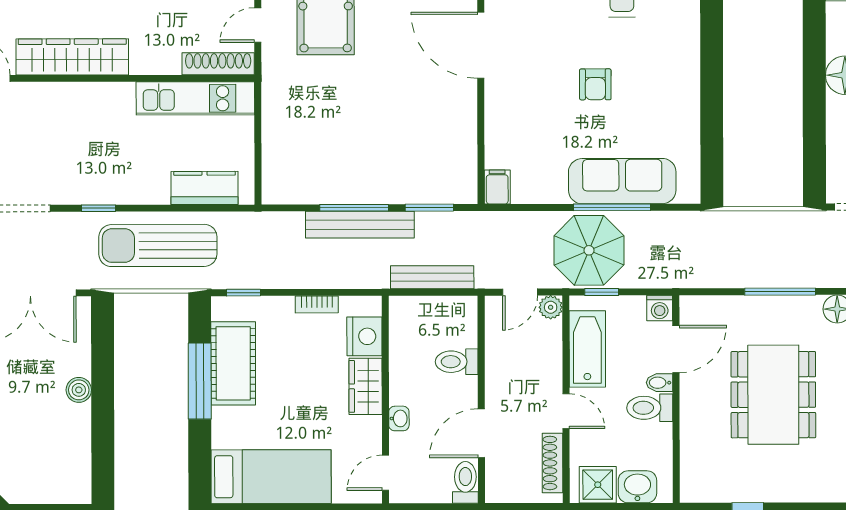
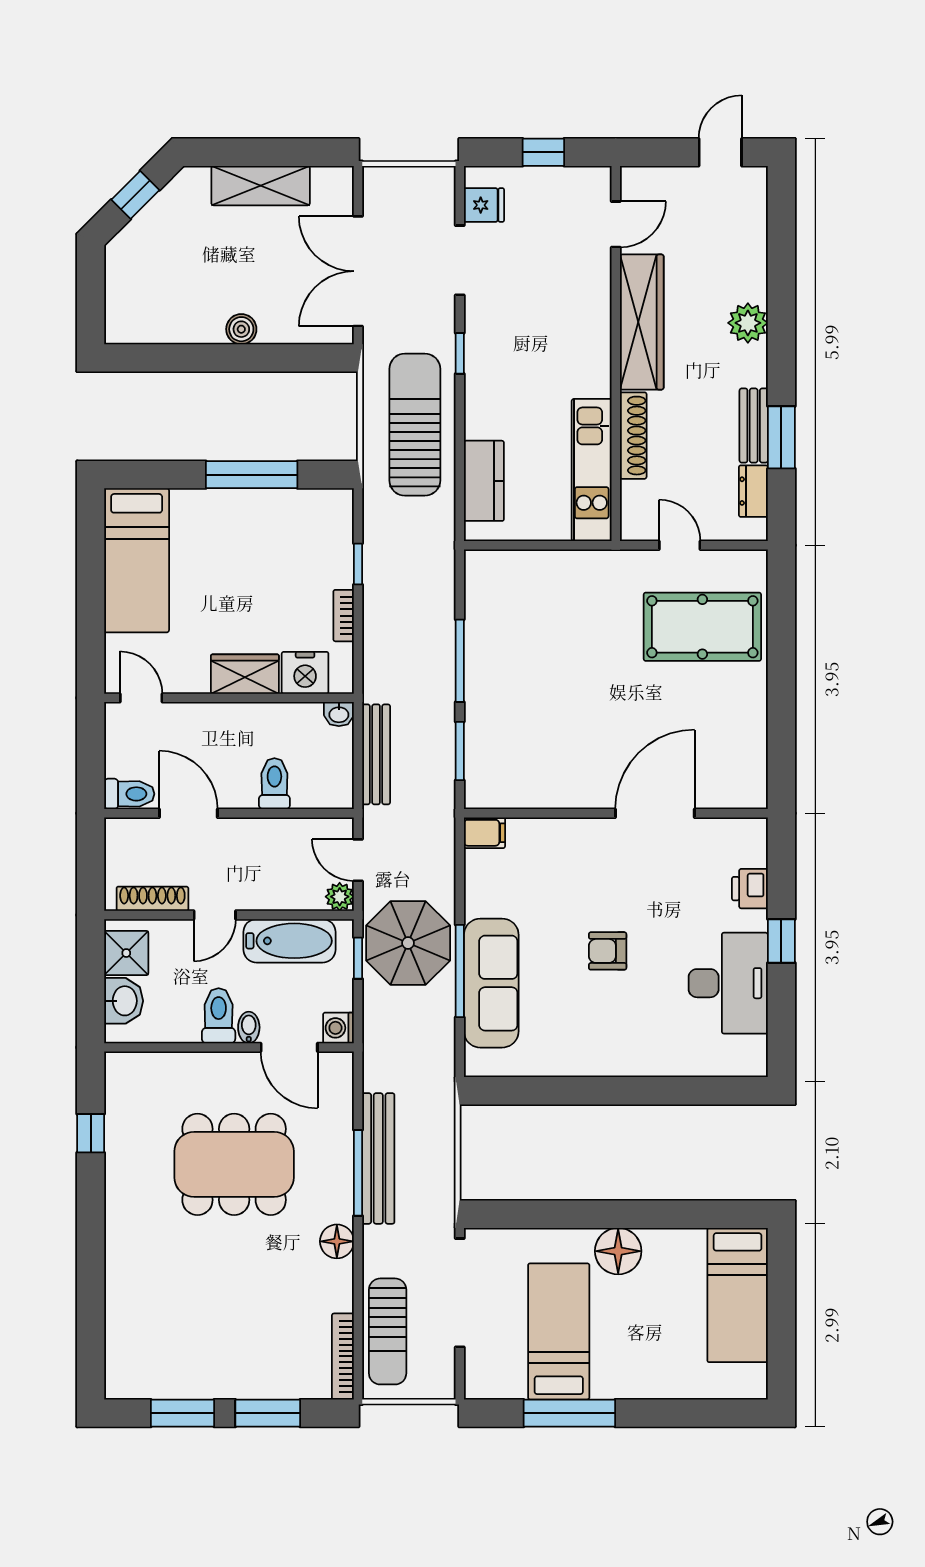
shoe rack: (218, 64) -> (633, 436), moved
bench: (360, 225) -> (378, 1158), moved
window: (243, 293) -> (358, 564), moved
cot: (233, 363) -> (273, 515), removed
washbasin: (399, 418) -> (339, 714), moved

